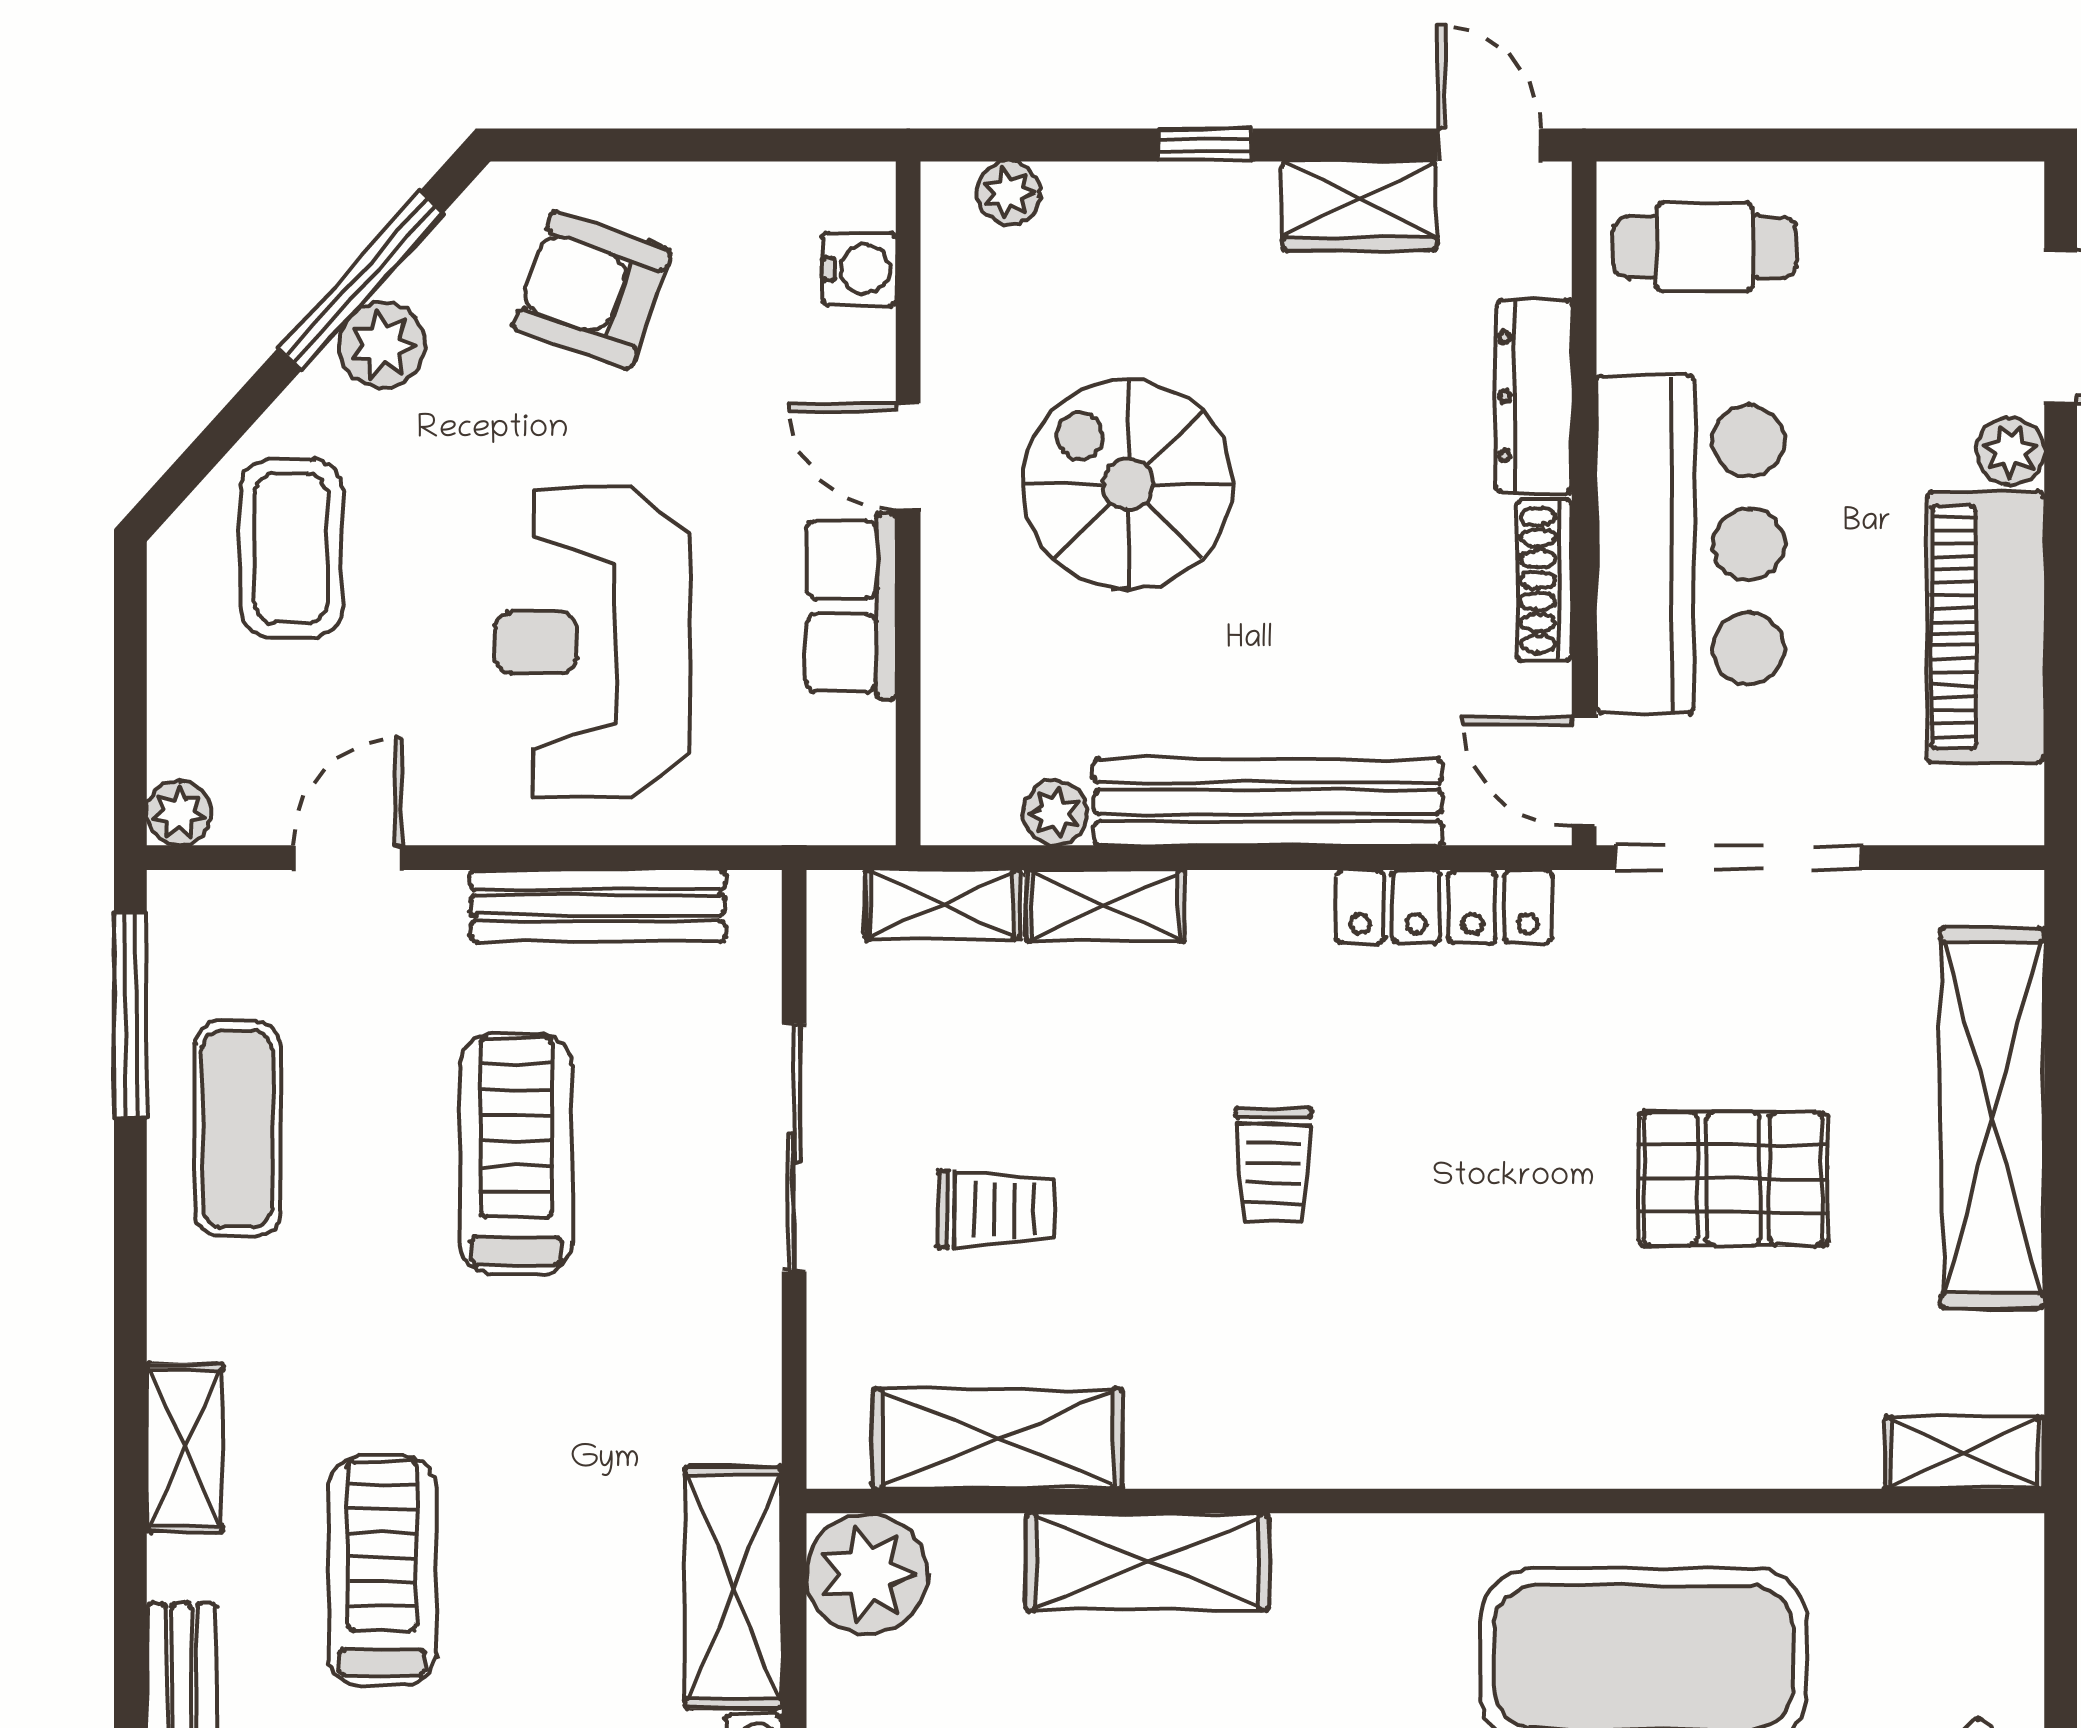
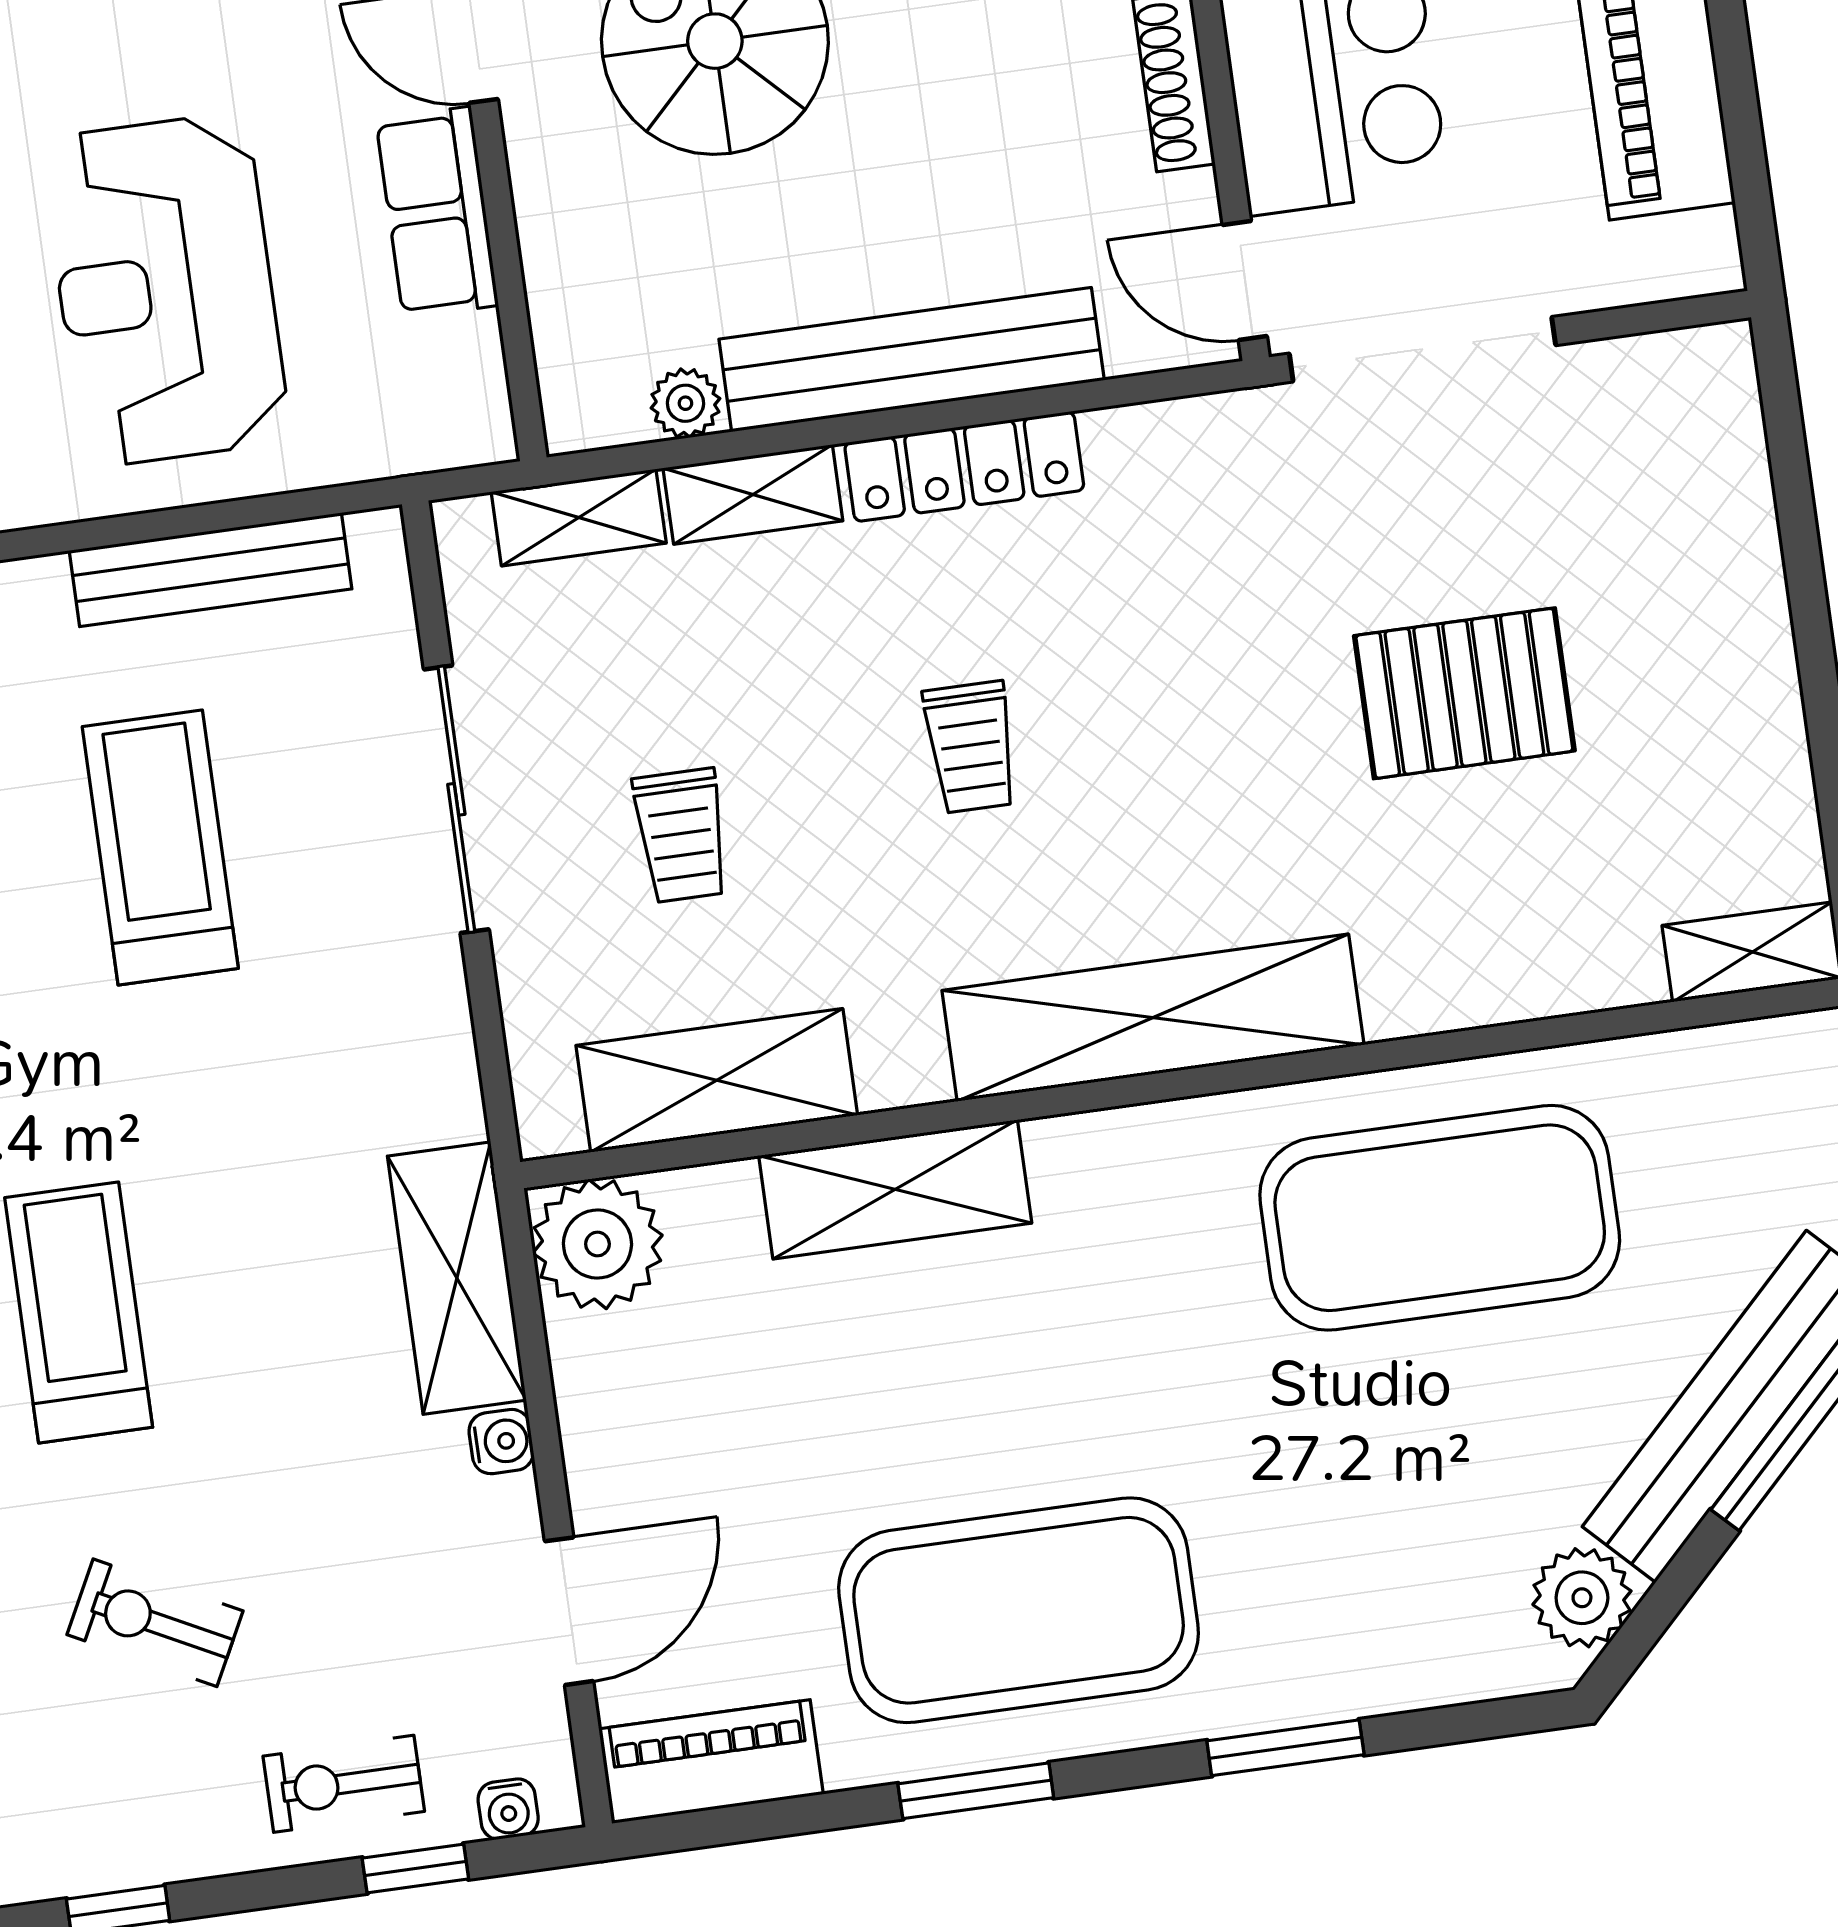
locker: (1444, 907) -> (964, 467), moved
shelving: (1992, 1118) -> (1153, 1018), moved, turned 90
trolley: (996, 1209) -> (681, 835), turned 90

